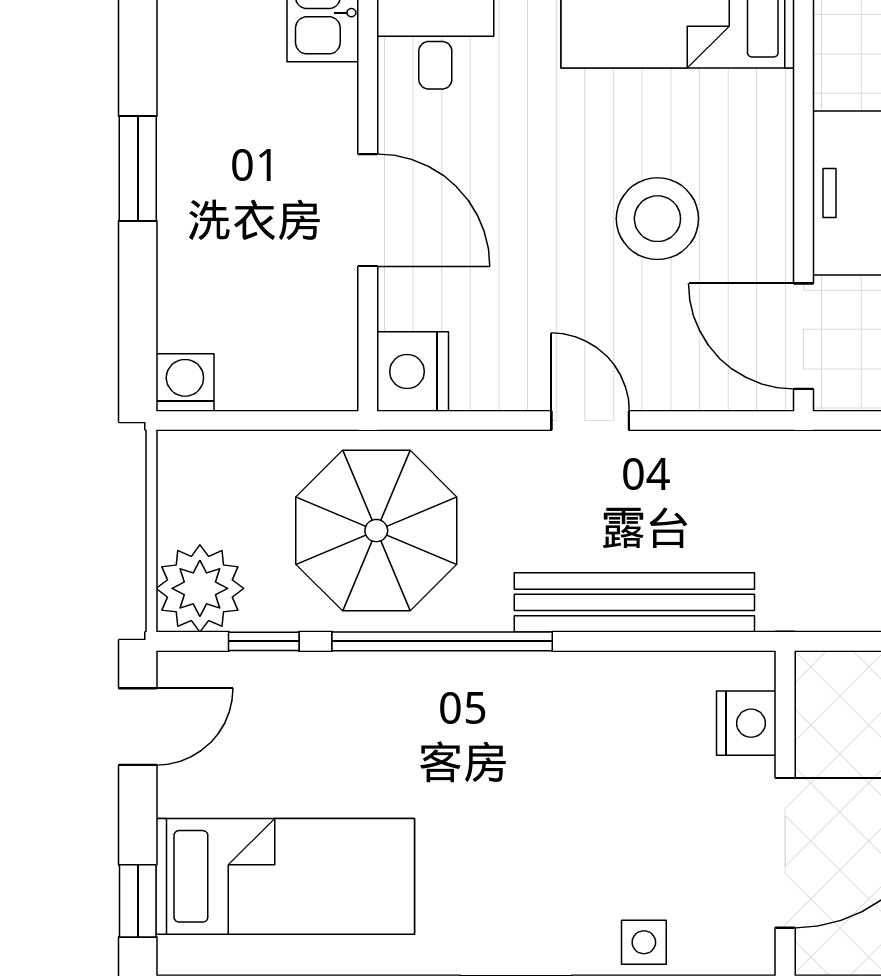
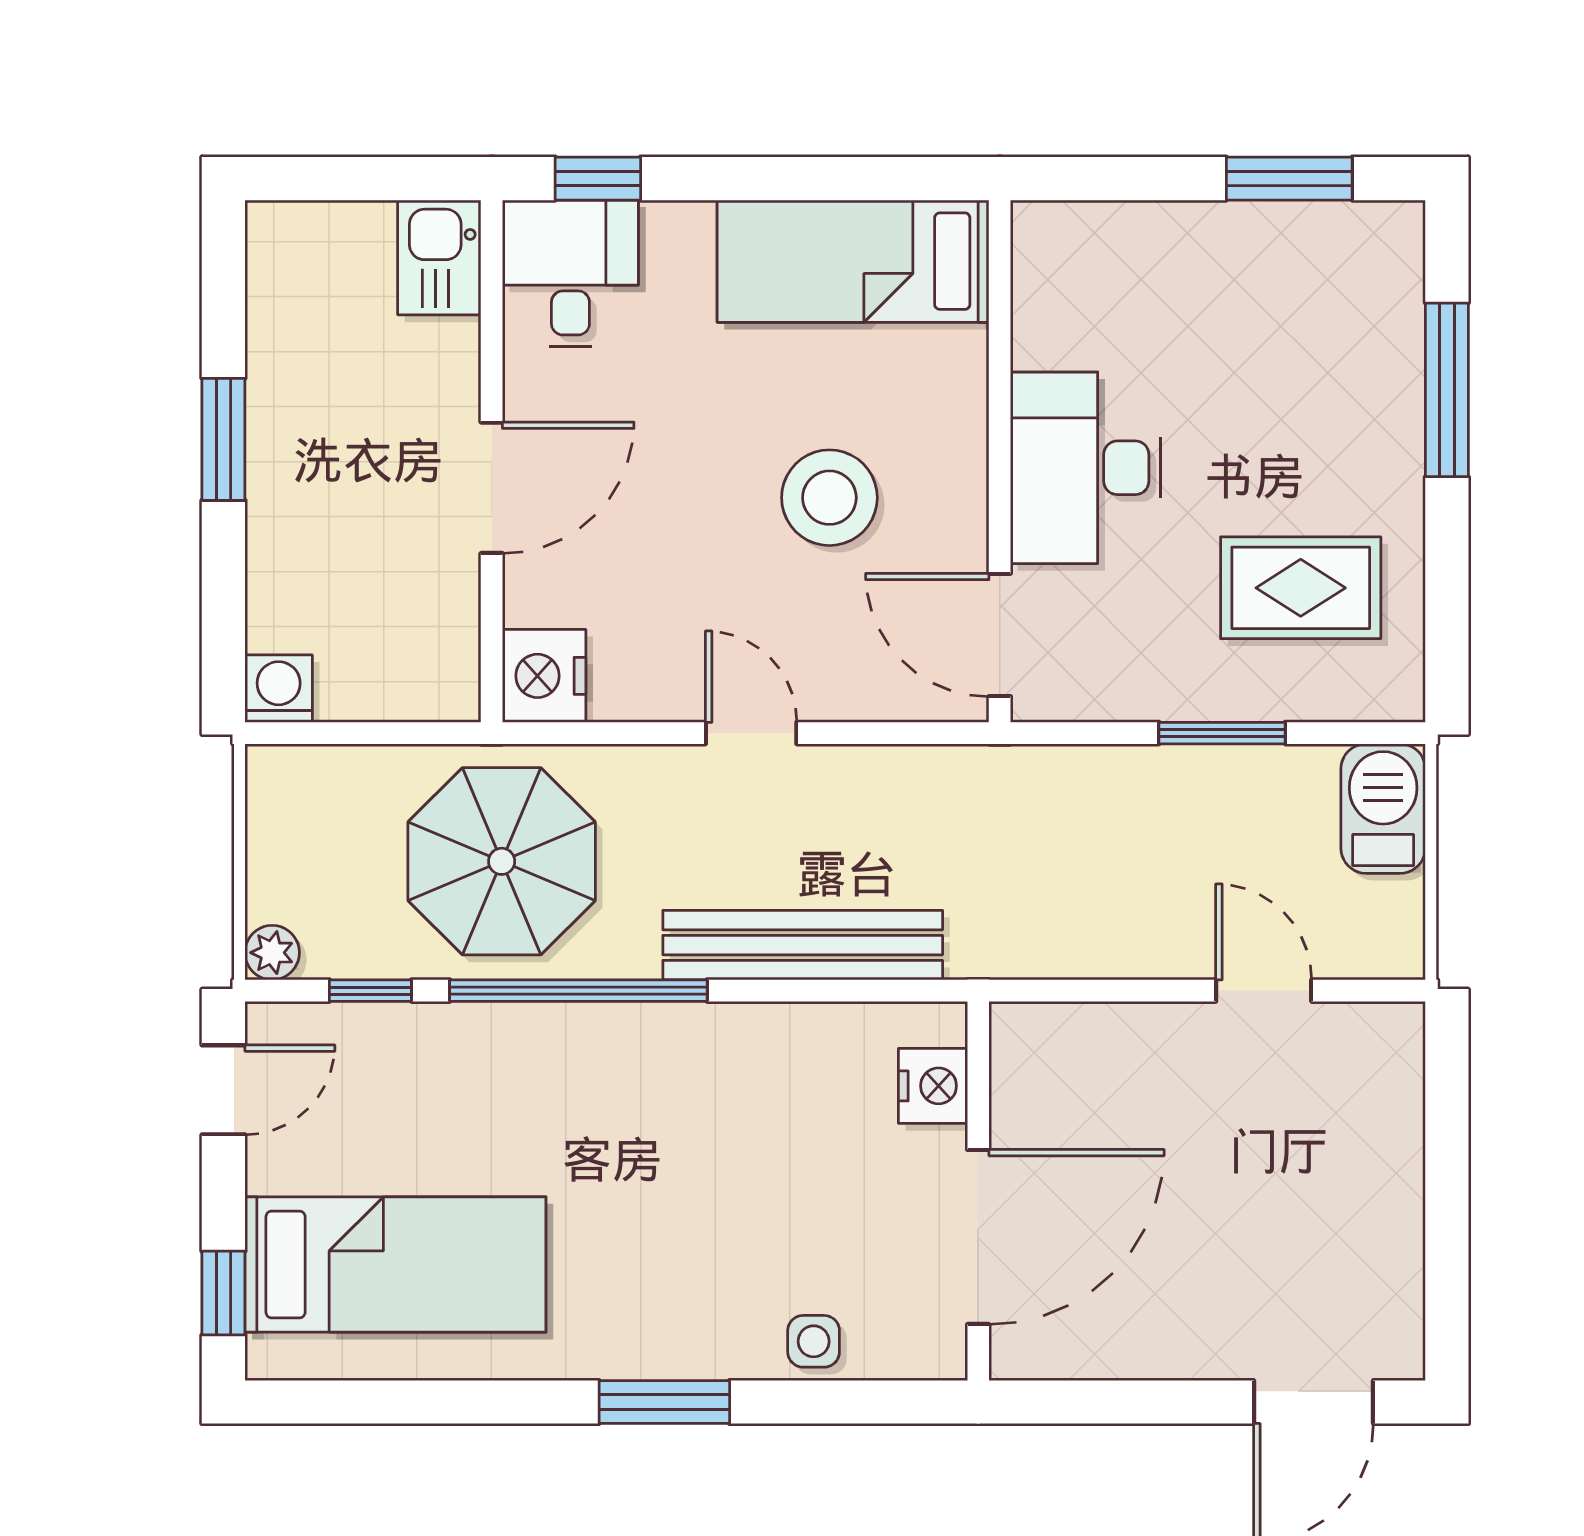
door: (368, 210) -> (492, 488), hinge flipped
plant: (200, 588) -> (272, 953), width x0.53, depth x0.53

